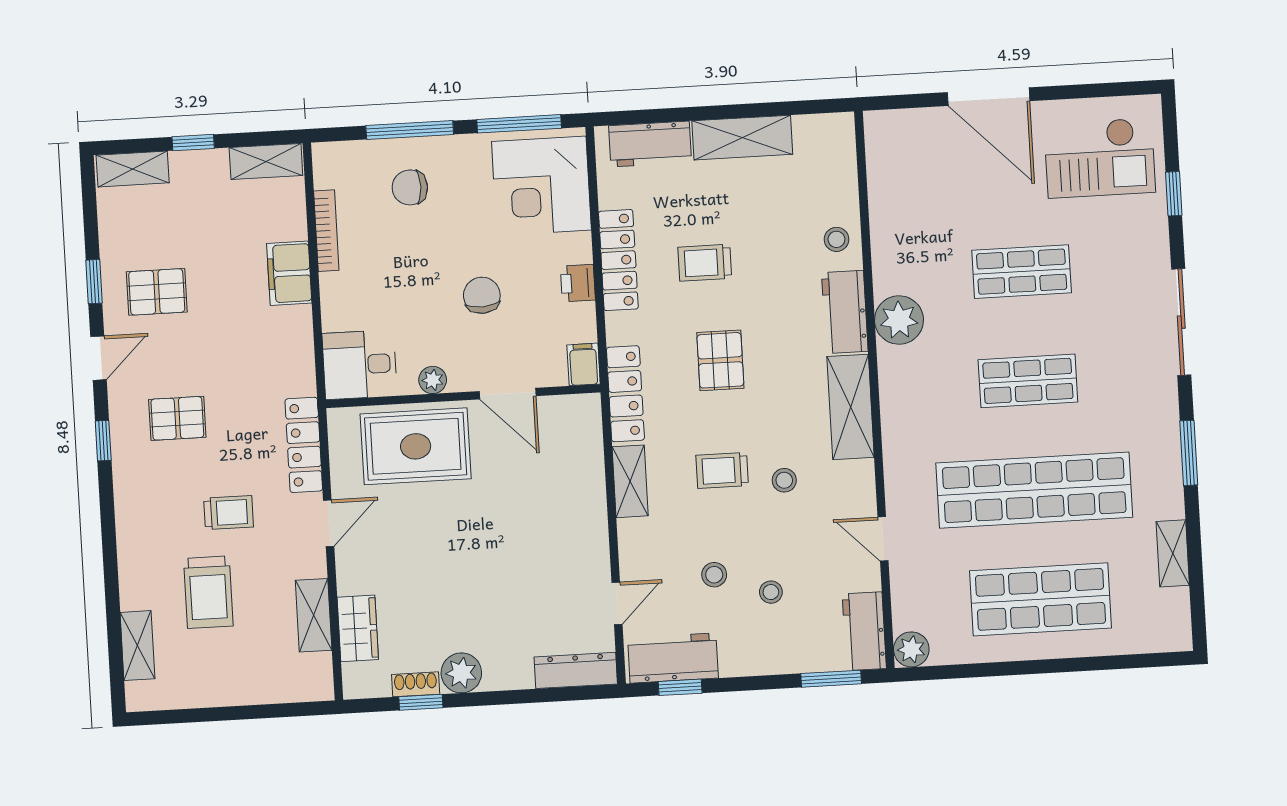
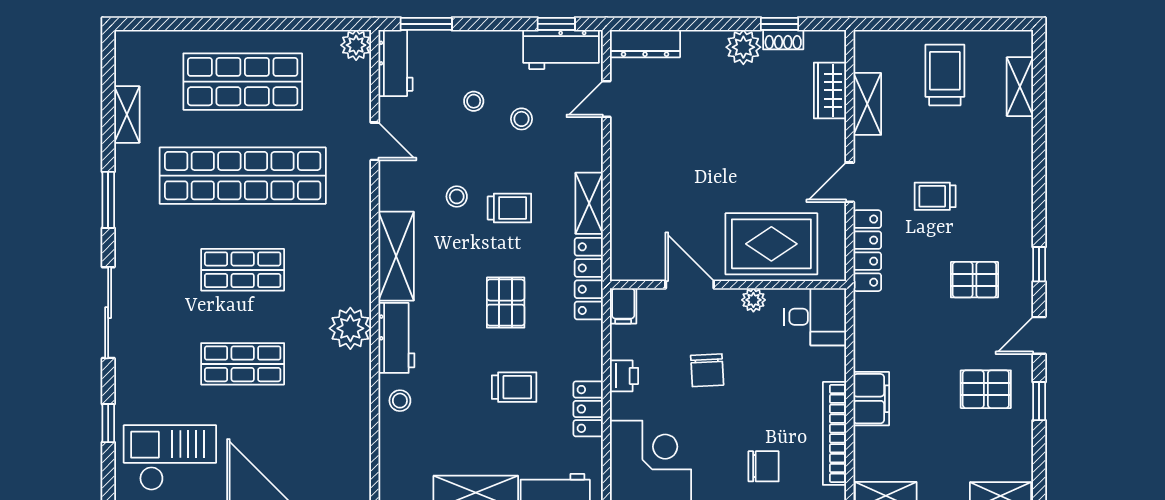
bookcase: (326, 231) -> (835, 433), width x1.48, depth x1.31
locker: (618, 260) -> (588, 409), width x0.66
trolley: (208, 592) -> (945, 75), moved

